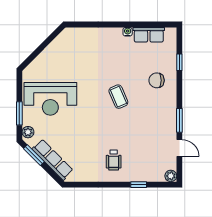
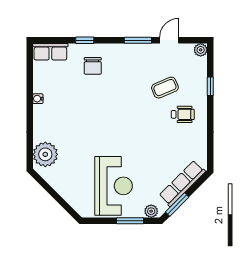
row of seats: (149, 35) -> (50, 52), moved, turned 90
plant: (78, 38) -> (45, 154), added
window: (179, 62) -> (85, 40), moved
coffee table: (118, 97) -> (165, 88), moved

